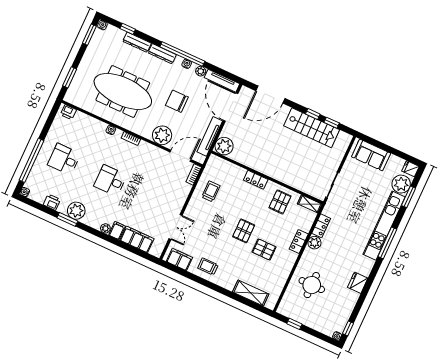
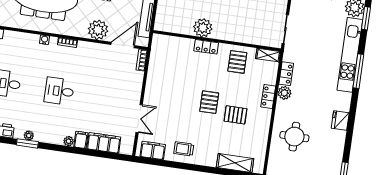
plant: (224, 146) -> (203, 28), moved
trolley: (211, 191) -> (164, 72), removed
plant: (76, 211) -> (29, 136), width x0.53, depth x0.53

